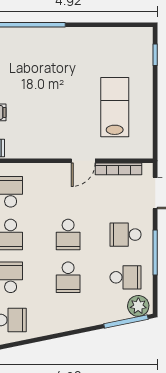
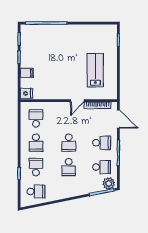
school desk: (126, 235) -> (102, 143), turned 180

